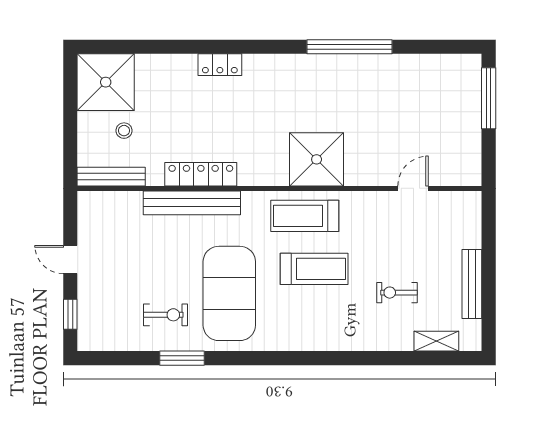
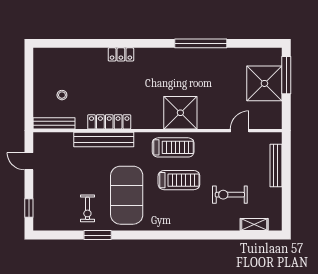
shower: (106, 82) -> (264, 83), moved
treadmill: (305, 216) -> (173, 147), turned 180
door: (70, 260) -> (29, 161), moved
bench: (472, 284) -> (276, 165), moved
exercise bike: (397, 293) -> (230, 195), width x1.38, depth x1.39
exercise bike: (165, 315) -> (87, 208), turned 90

